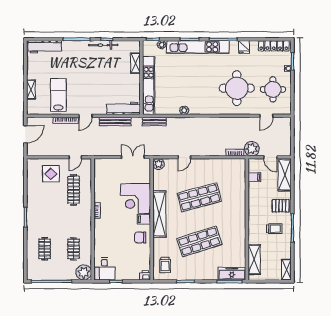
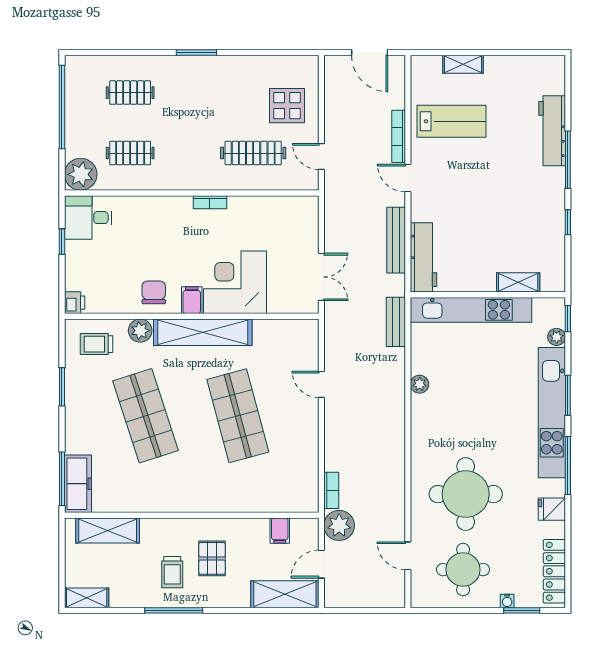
bicycle: (103, 45) -> (556, 215), removed
workbench: (45, 47) -> (552, 131), moved
plant: (159, 164) -> (140, 331), moved
pallet: (281, 206) -> (212, 558), moved

